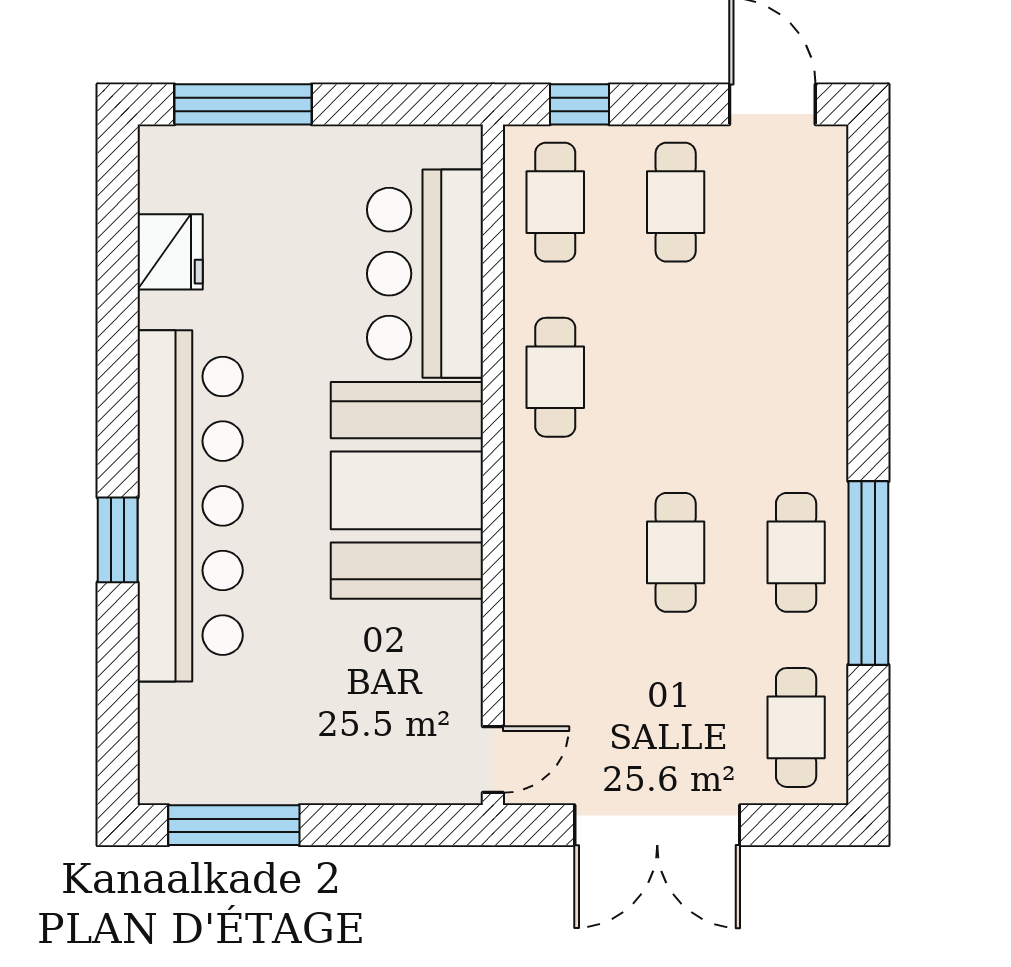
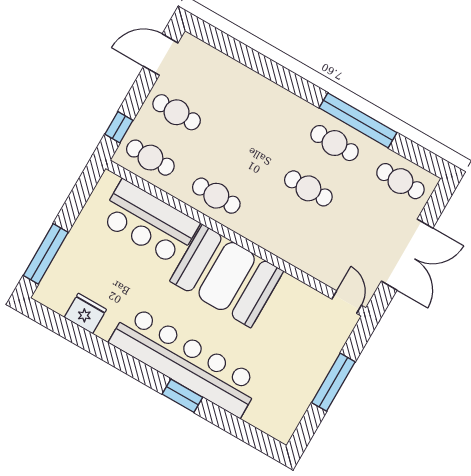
window: (234, 825) -> (333, 382), moved

